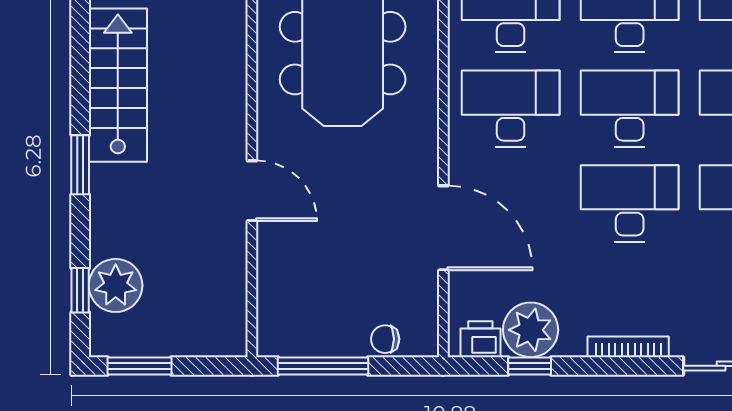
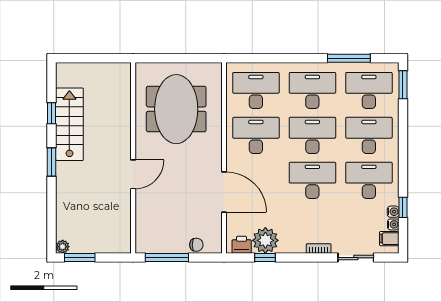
door: (252, 191) -> (133, 174), hinge flipped
plant: (116, 285) -> (63, 247), moved, width x0.53, depth x0.53
window: (80, 290) -> (52, 113), moved
chair: (385, 339) -> (196, 245), turned 180
bookcase: (628, 347) -> (319, 248), width x0.64

